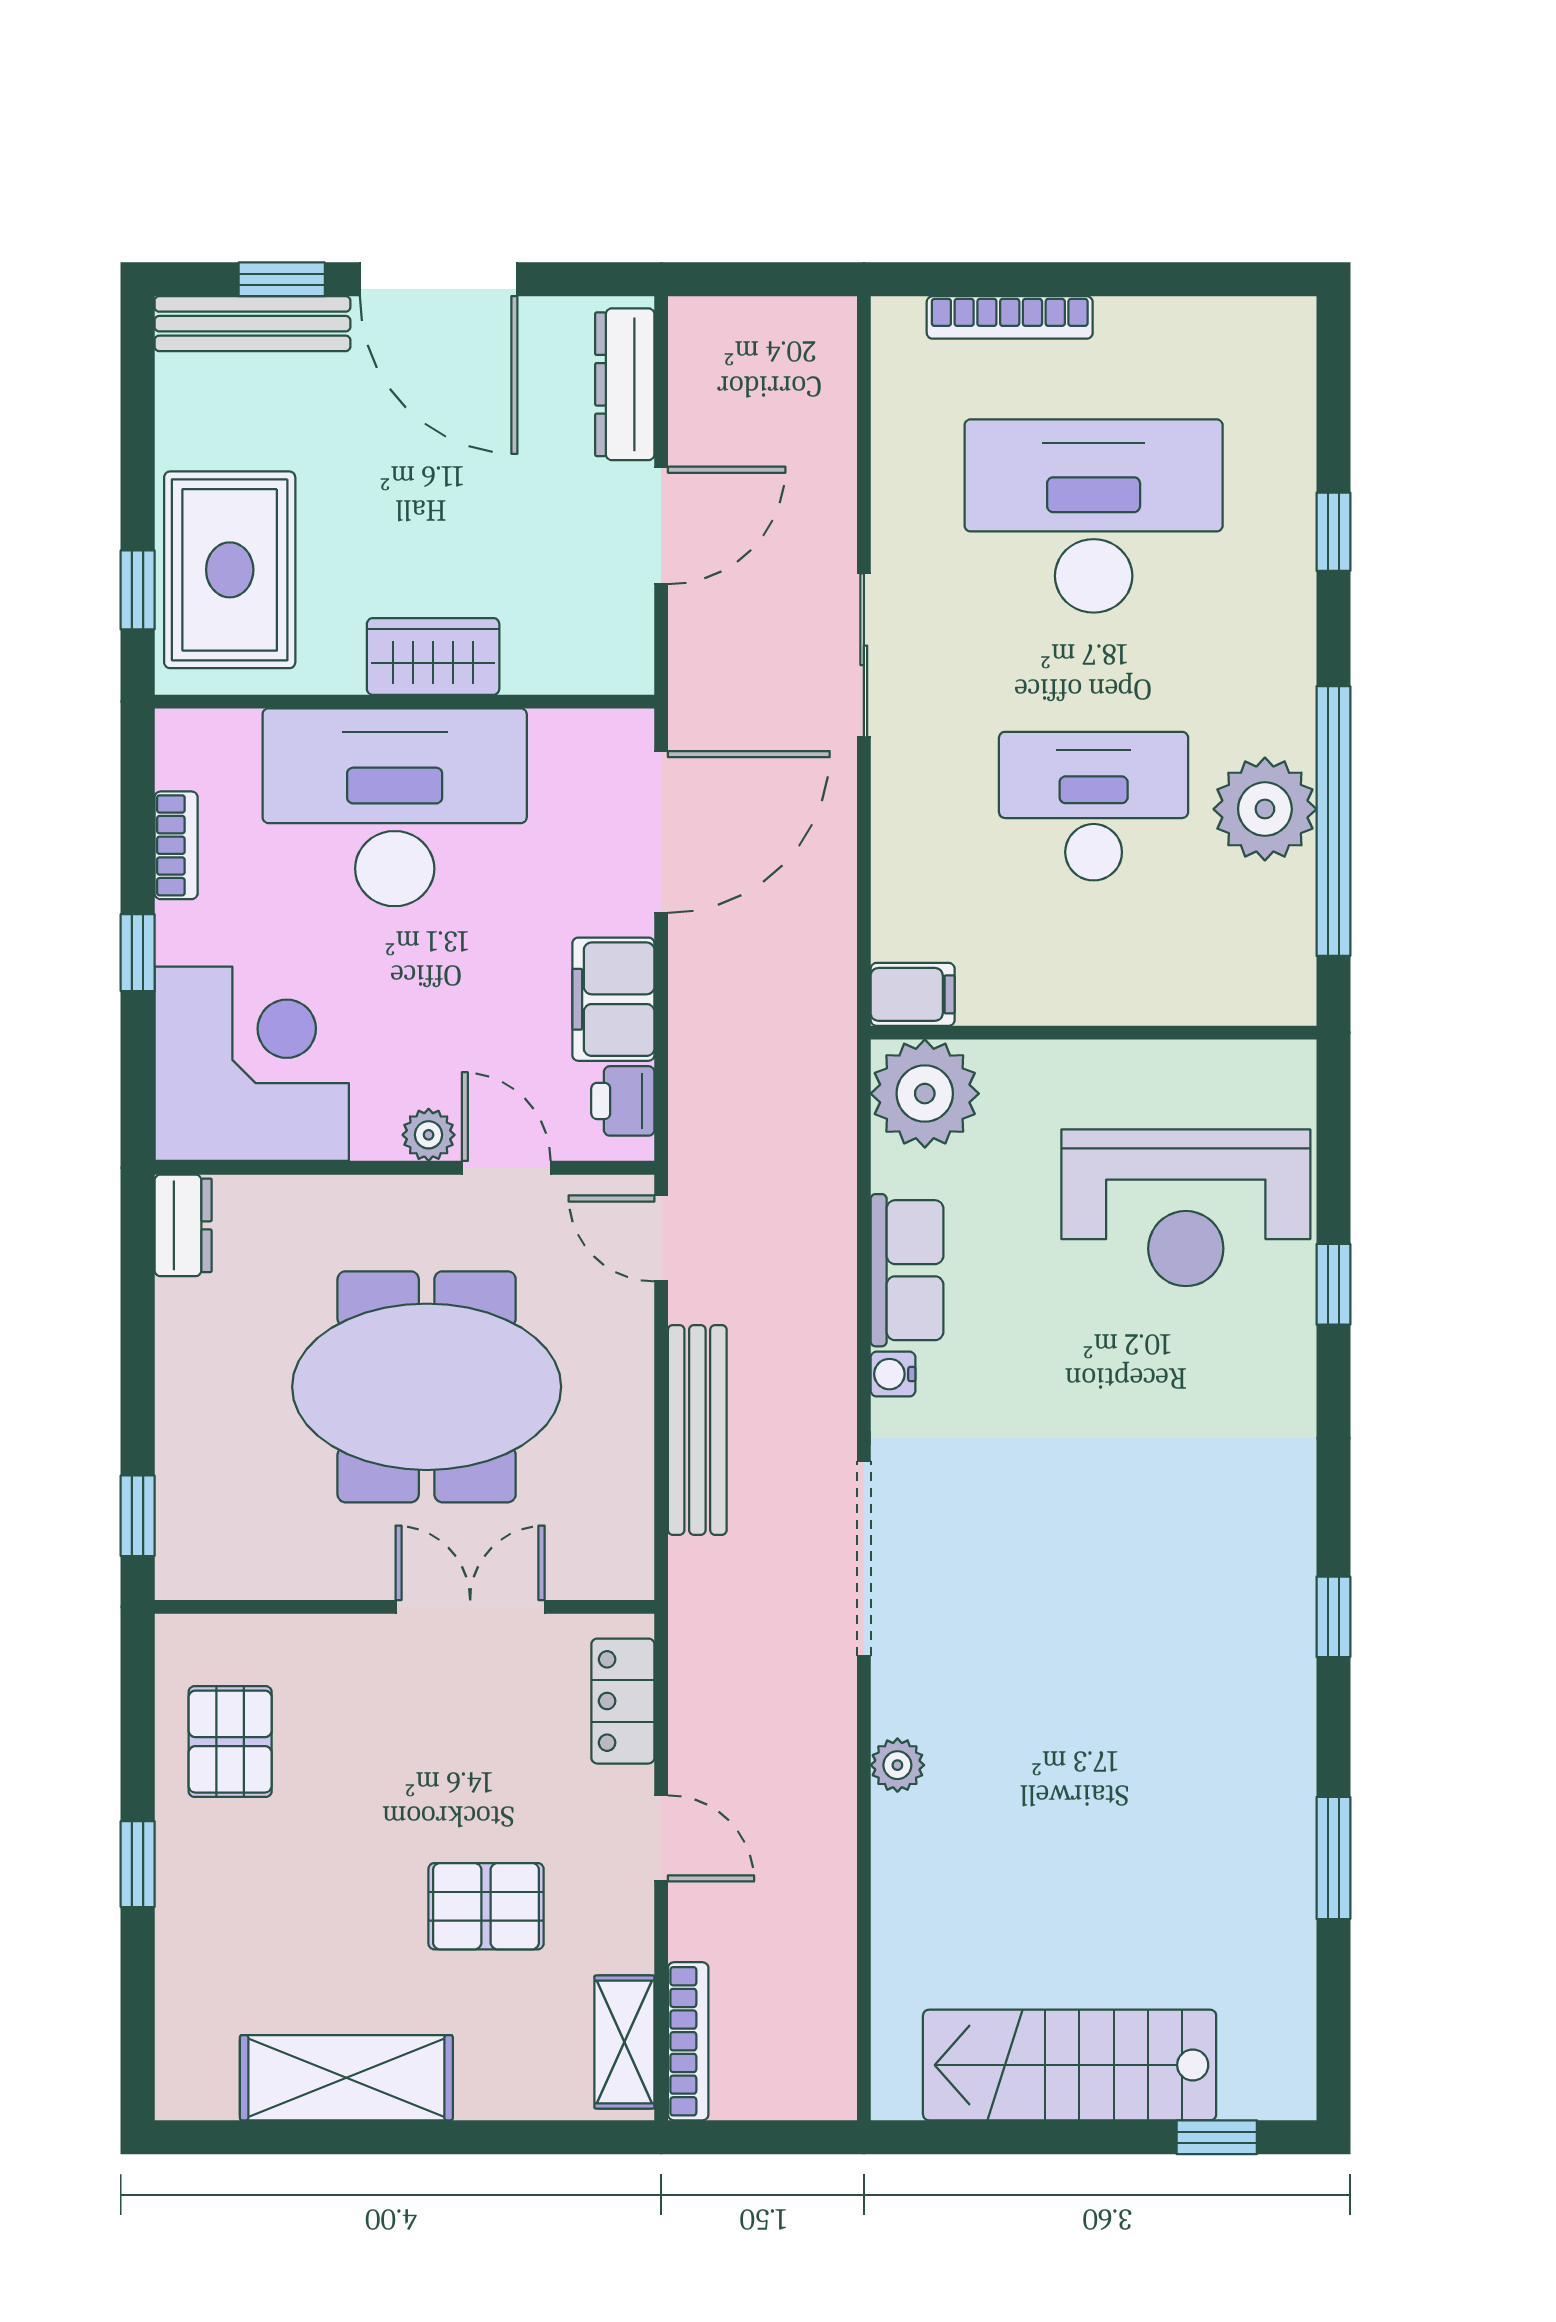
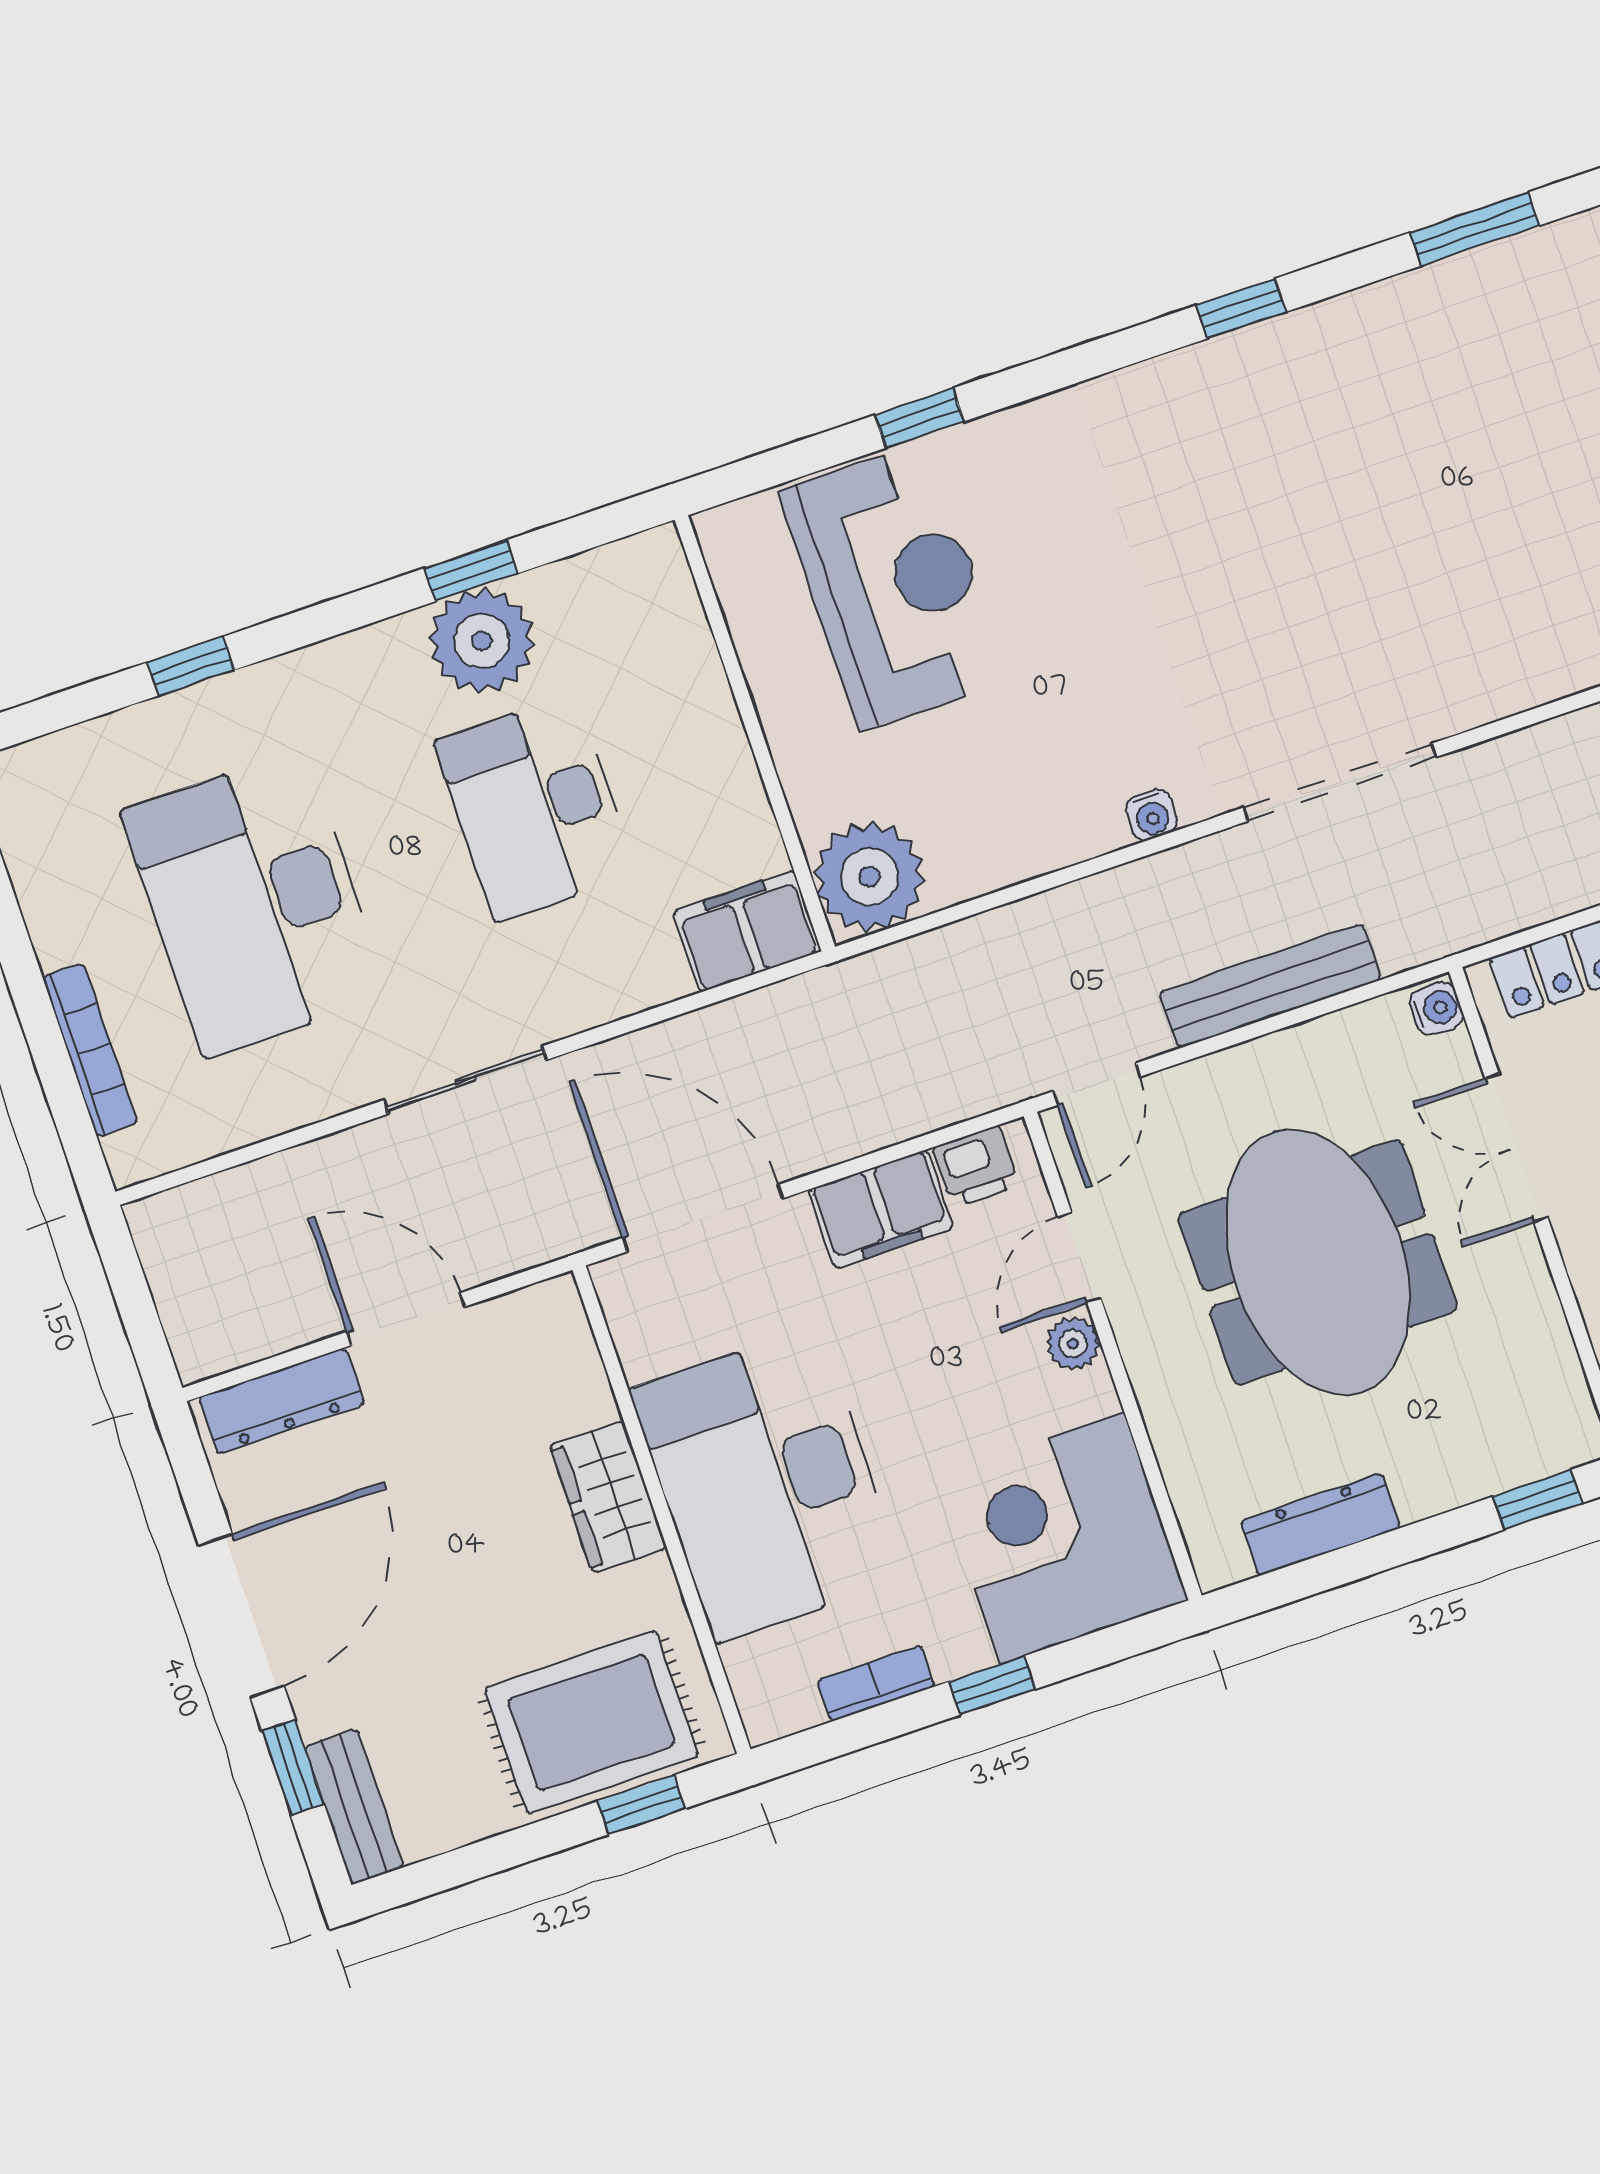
bench: (252, 324) -> (354, 1807), width x0.73
window: (1333, 821) -> (471, 571), width x0.32
filing cabinet: (913, 994) -> (747, 931), width x2.00
dresser: (183, 1225) -> (1321, 1524), moved, width x1.44
row of seats: (907, 1270) -> (1046, 836), removed
water cooler: (624, 1577) -> (1436, 1009), added
plant: (897, 1765) -> (1529, 682), removed

